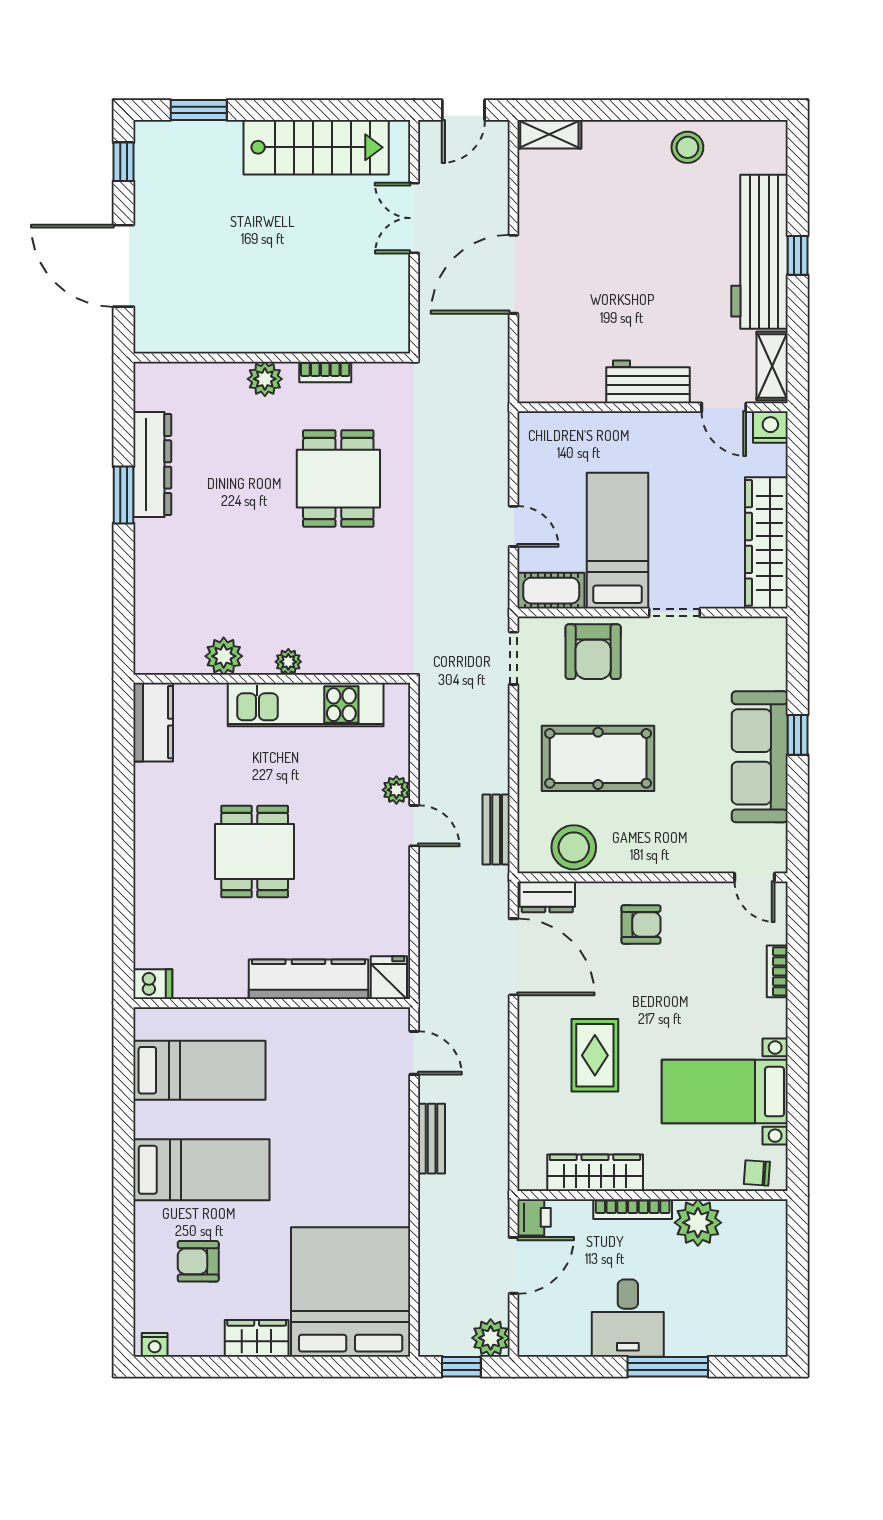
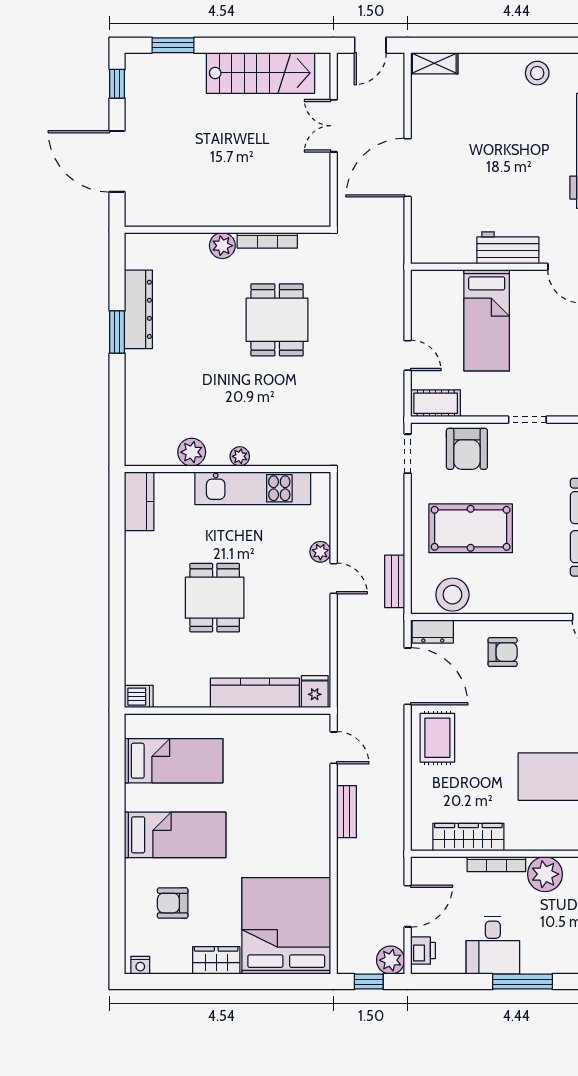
bookcase: (325, 372) -> (267, 240), width x1.56
bed: (618, 541) -> (487, 320), moved, turned 180
rug: (595, 1055) -> (437, 738), moved
printer: (534, 1217) -> (423, 951), moved

